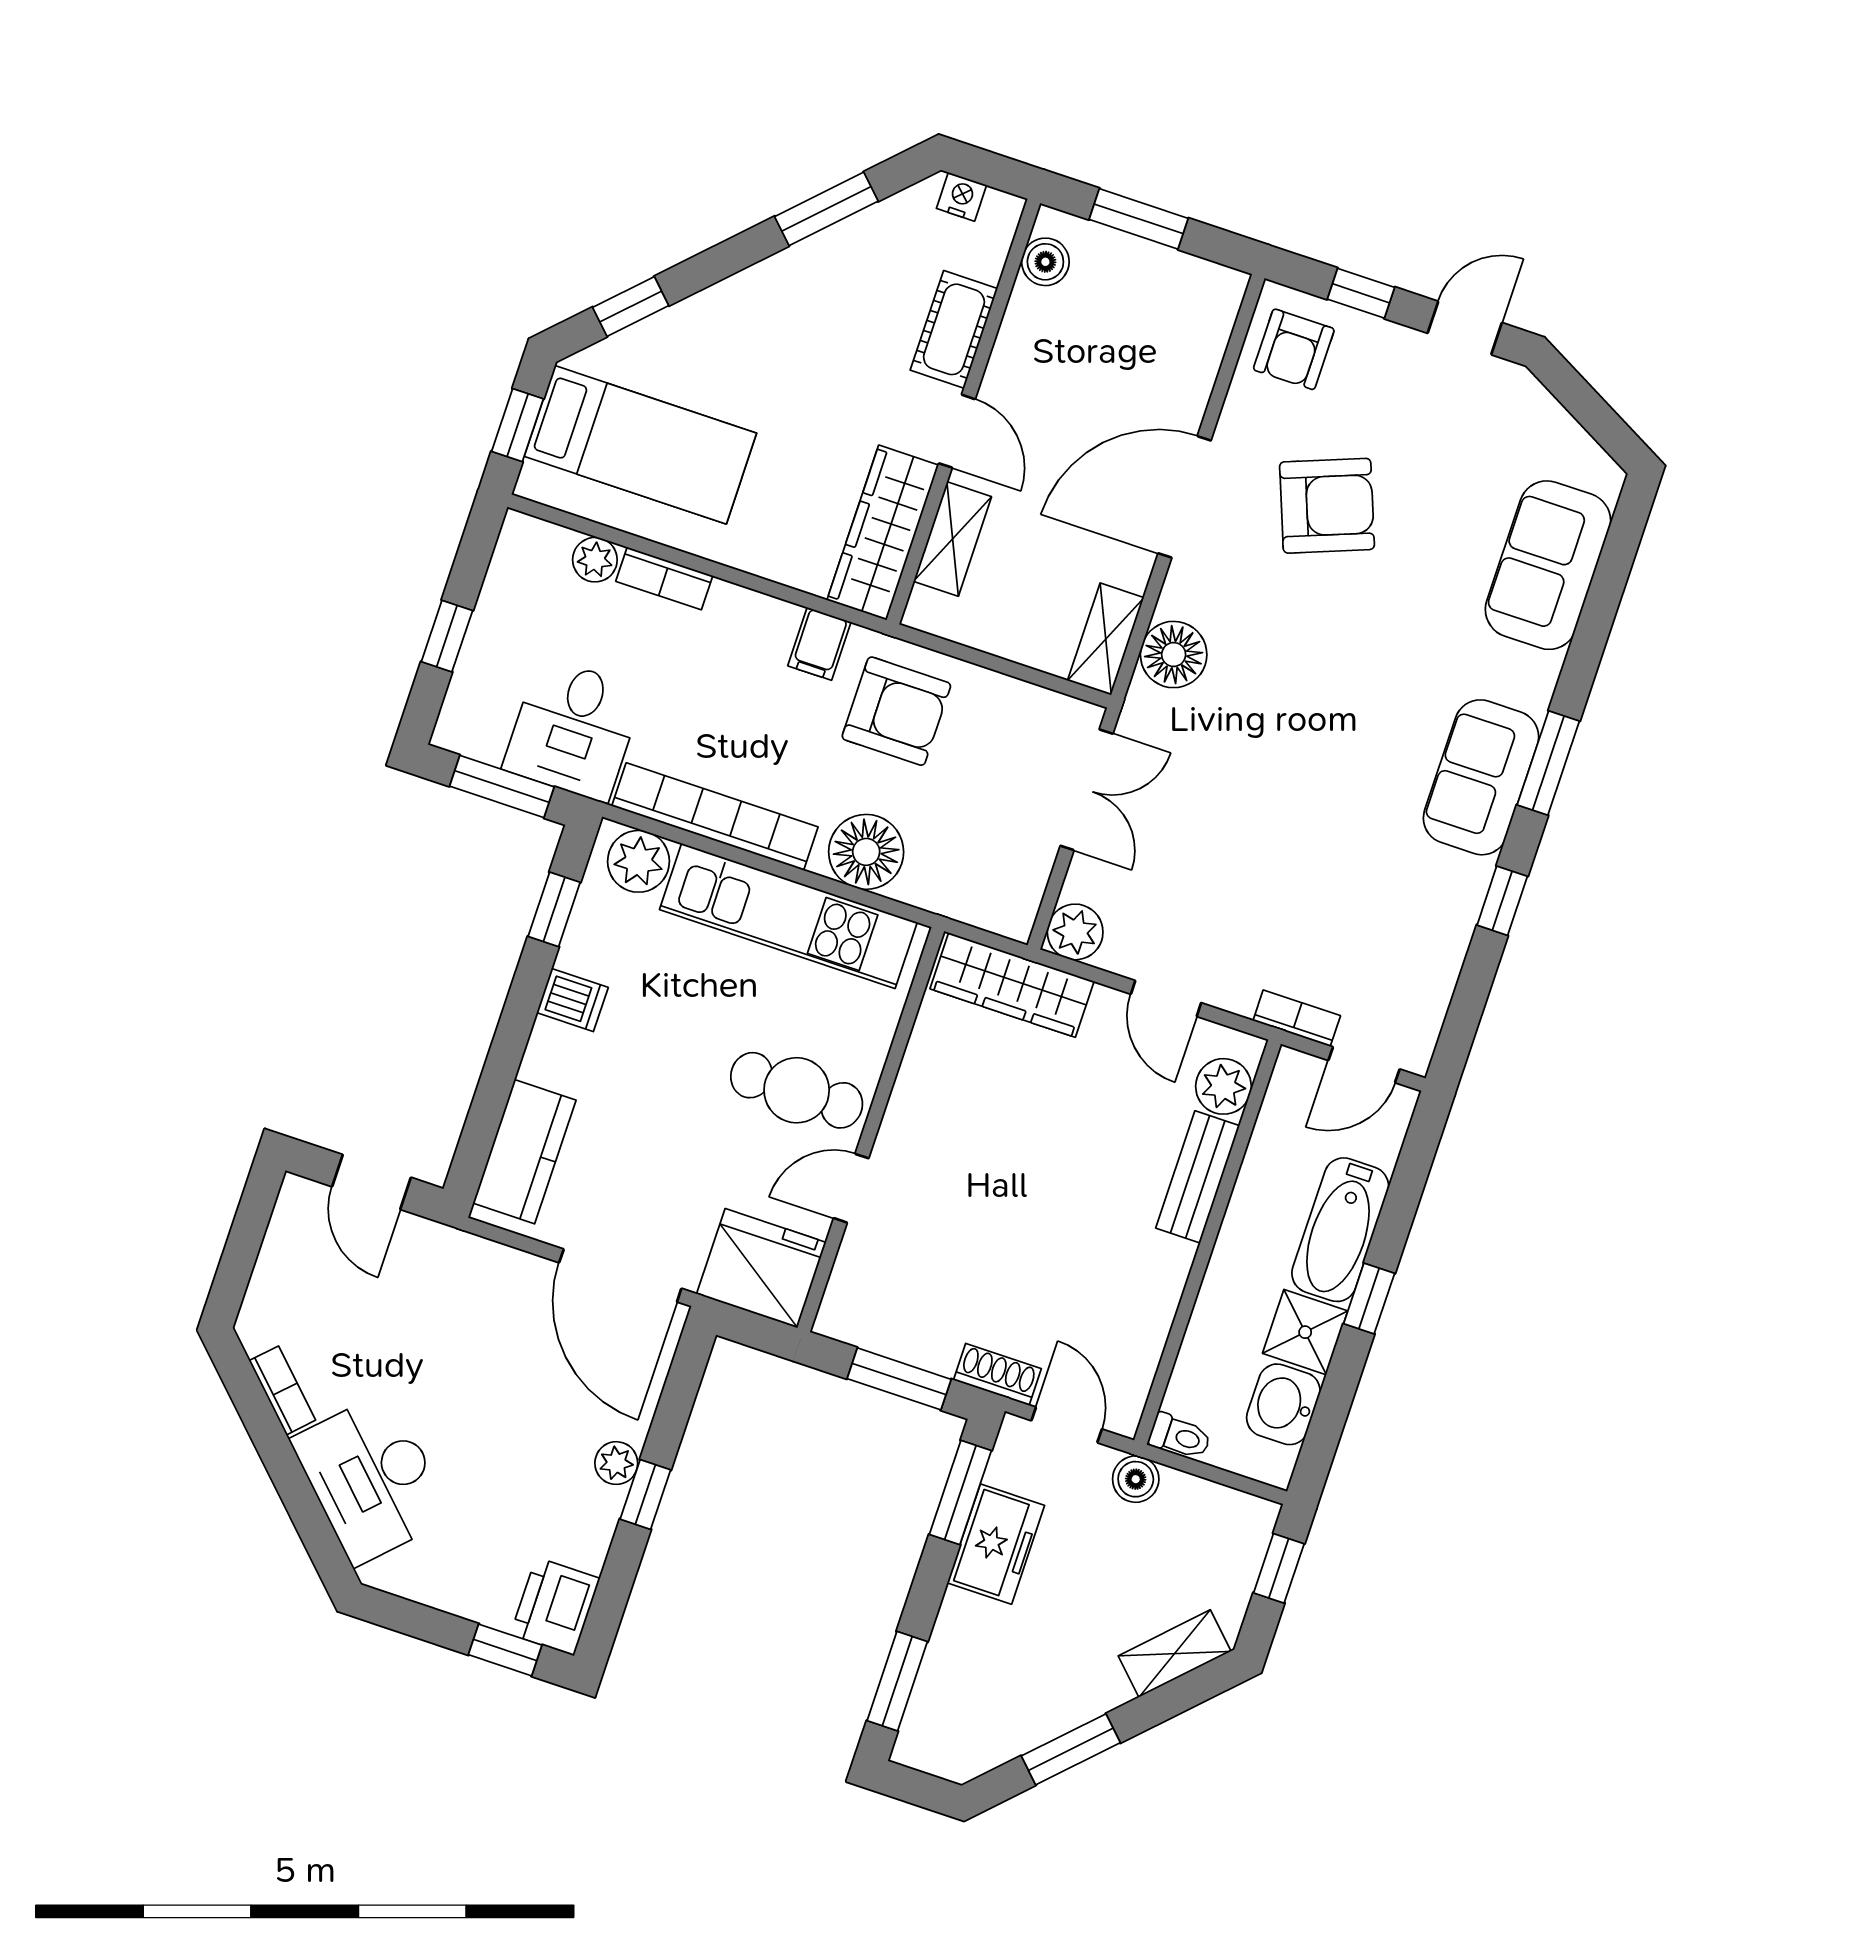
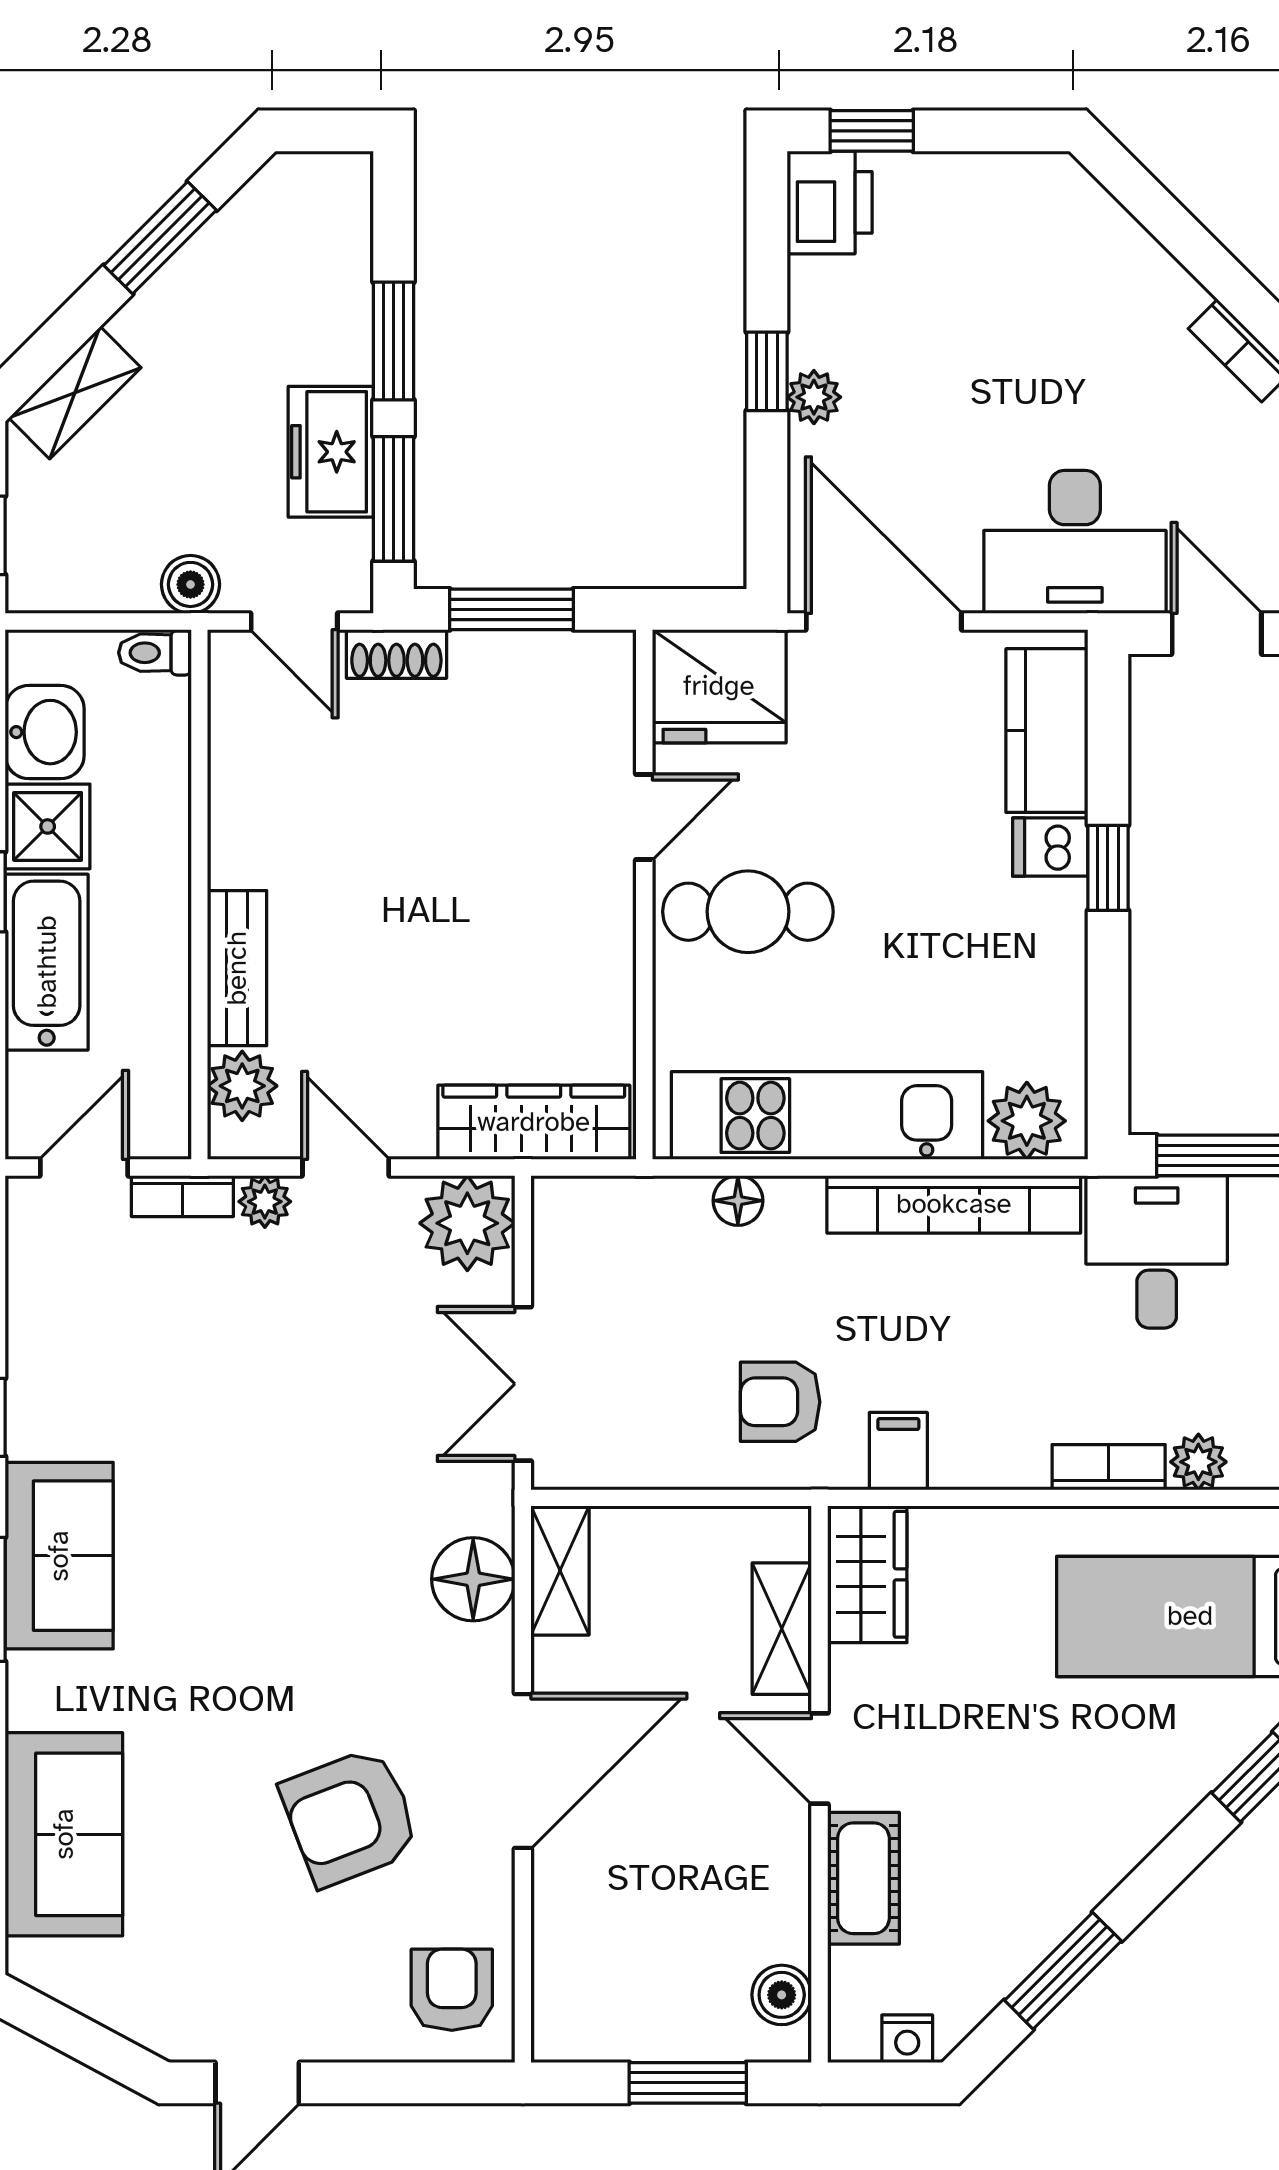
window: (1361, 293) -> (394, 2083), removed
wardrobe: (883, 533) -> (867, 1574), width x0.67
armchair: (896, 711) -> (780, 1402), width x0.72, depth x0.72
floor lamp: (866, 852) -> (738, 1201), width x0.53, depth x0.53
window: (554, 909) -> (1108, 868), moved
plant: (1075, 932) -> (467, 1223), width x1.36, depth x1.36
plant: (1236, 993) -> (265, 1202), added
dishwasher: (572, 1000) -> (1050, 847), moved
desk: (371, 1478) -> (1075, 542), moved, turned 135
window: (897, 1681) -> (393, 341), moved

